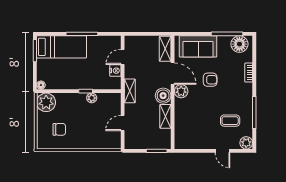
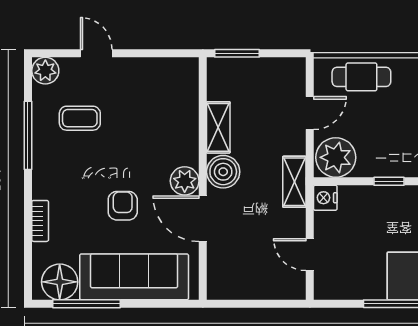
sofa: (198, 46) -> (134, 277), width x1.36
shelving: (165, 49) -> (219, 272), removed
door: (123, 57) -> (310, 255), swing flipped
nightstand: (115, 71) -> (325, 198), moved
armchair: (210, 80) -> (123, 206), turned 90
plant: (92, 98) -> (336, 157), moved, width x1.88, depth x1.88
cafe table: (98, 140) -> (361, 77), added

